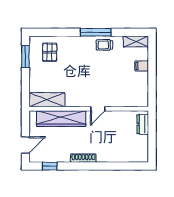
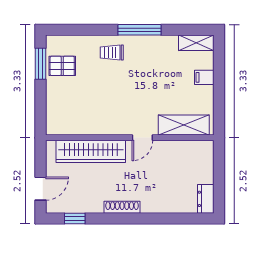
trolley: (104, 45) -> (112, 53), moved
pallet: (50, 52) -> (62, 66), moved, turned 90
shelving: (47, 100) -> (184, 125), moved
dresser: (143, 124) -> (206, 199), moved

